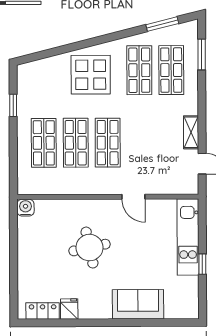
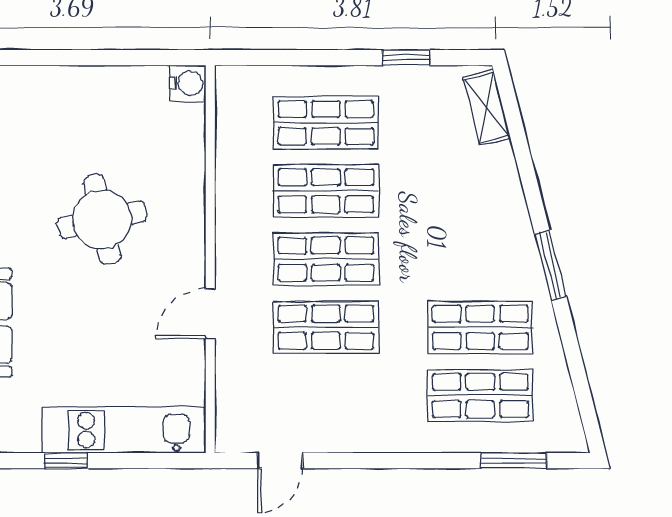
window: (162, 24) -> (550, 265), moved
display table: (91, 75) -> (471, 223), removed
shelving: (191, 132) -> (487, 108), moved, turned 76
shop shelf: (140, 143) -> (326, 327), added

